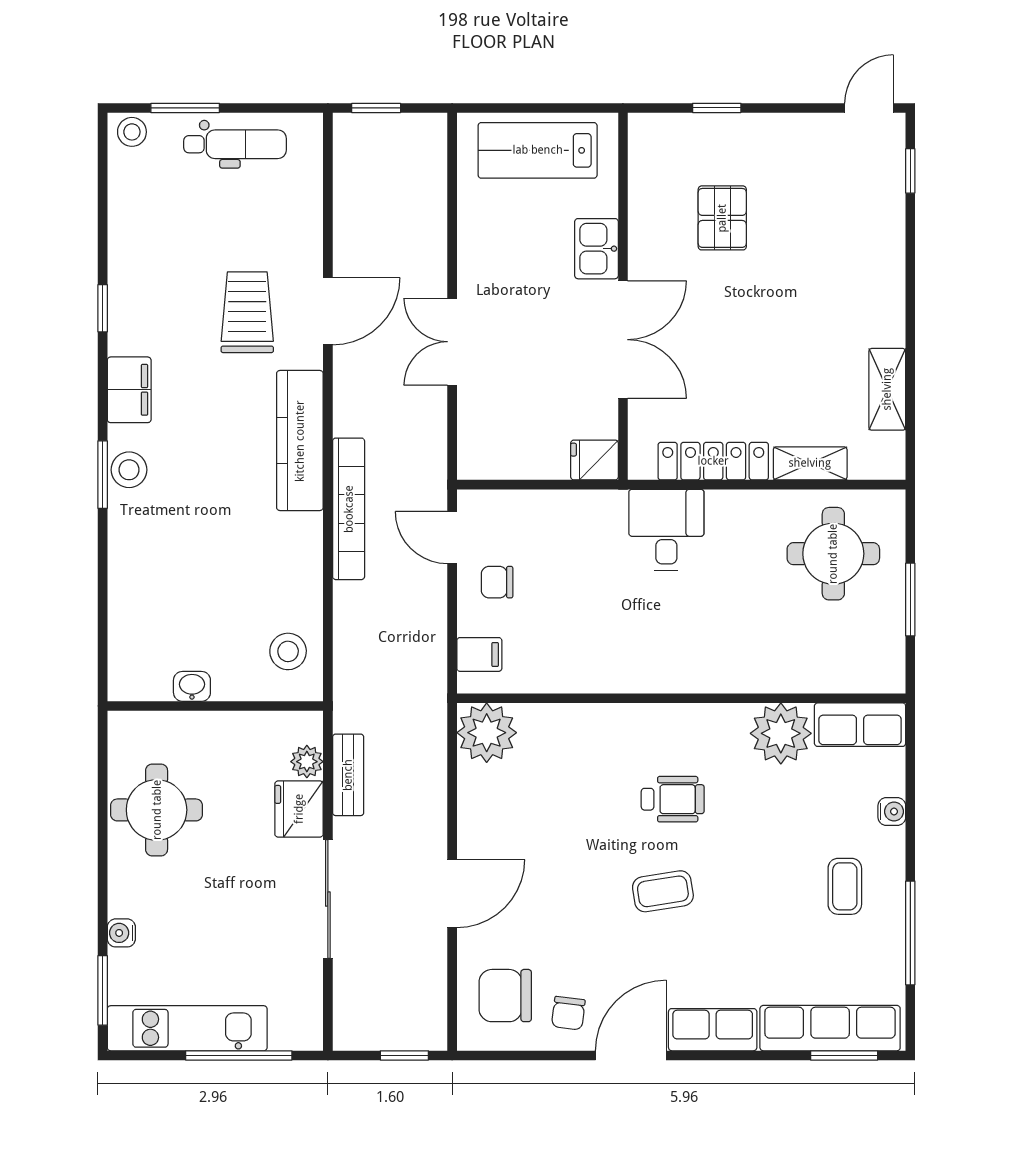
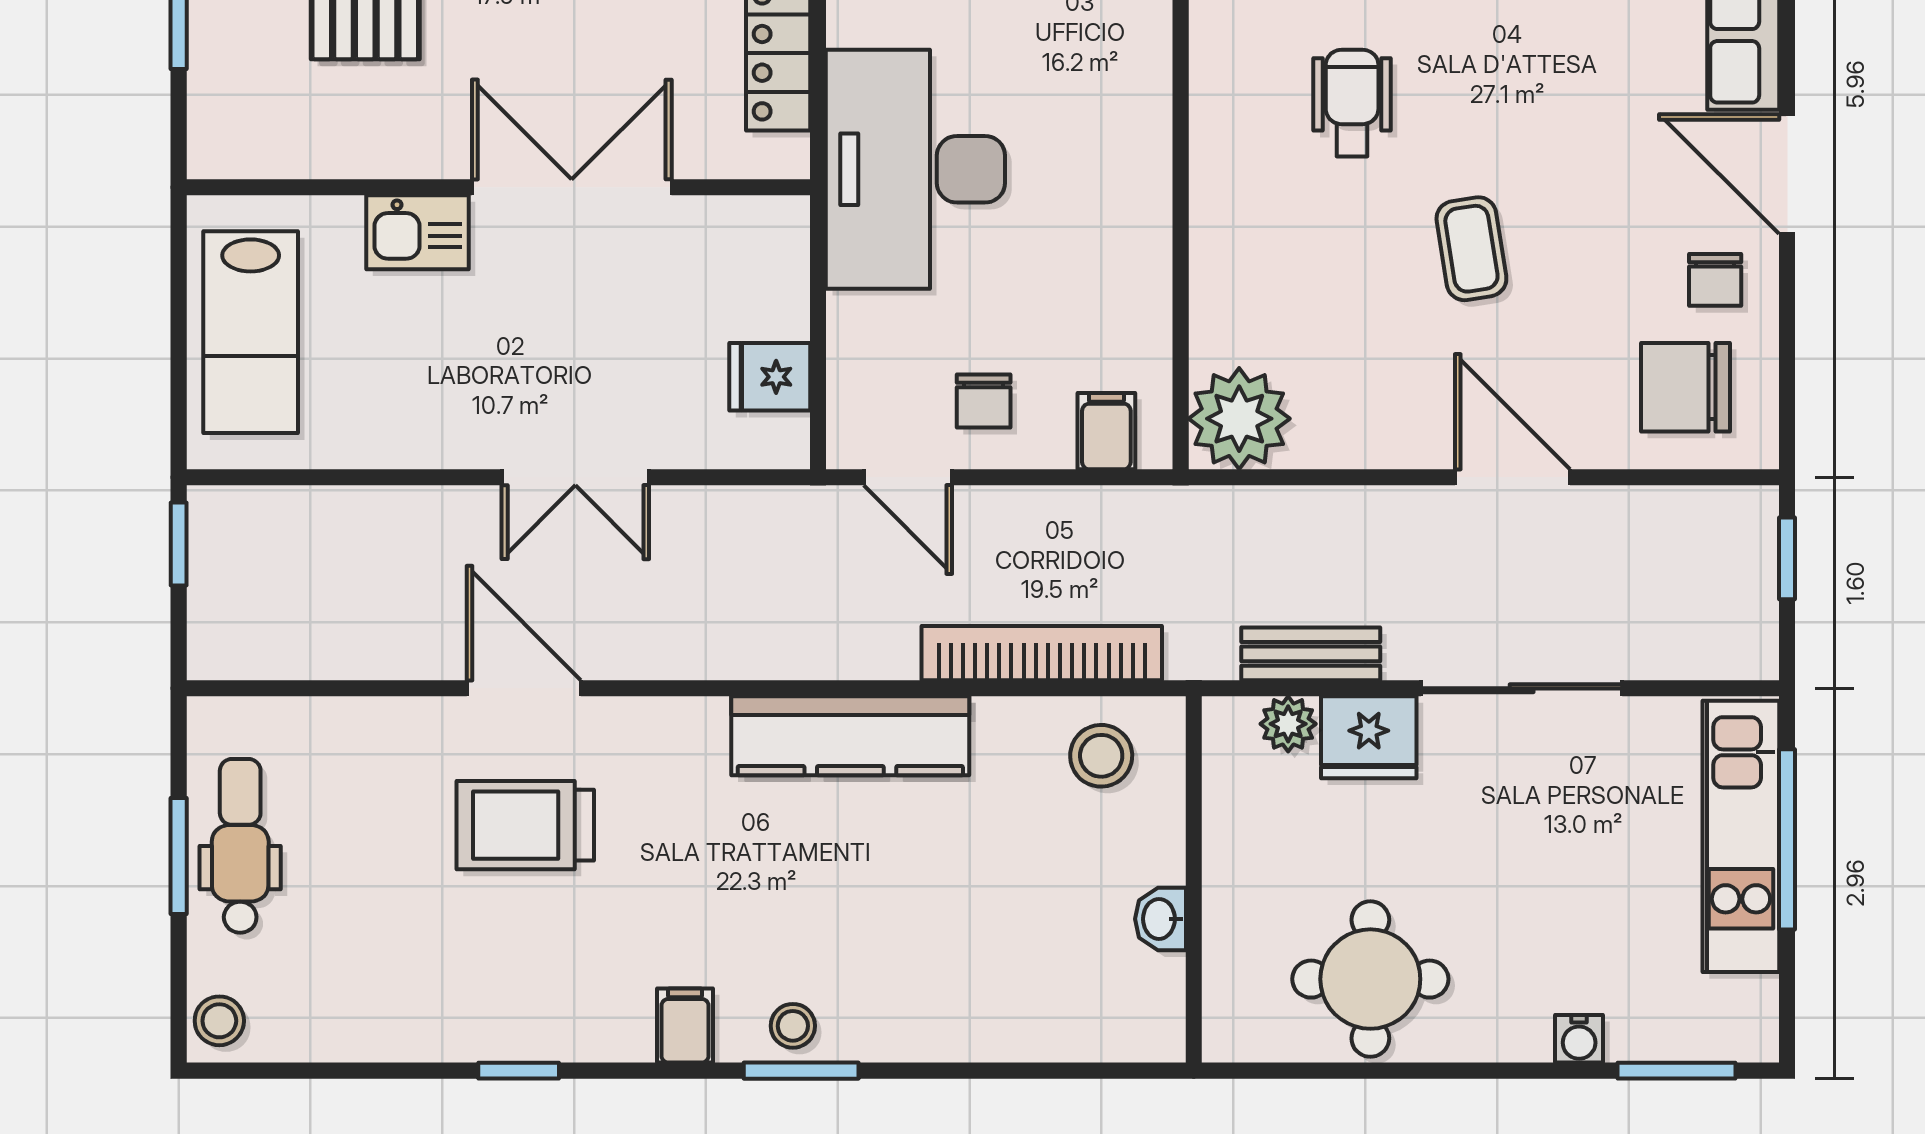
window: (185, 108) -> (179, 856), moved
window: (376, 108) -> (179, 544), moved
filing cabinet: (129, 390) -> (685, 1026), width x0.50
kitchen counter: (300, 441) -> (850, 736), moved
fridge: (595, 460) -> (770, 377), moved, turned 90
stool: (129, 470) -> (793, 1026), width x0.73, depth x0.73
bookcase: (349, 509) -> (1042, 653), moved
desk: (666, 530) -> (915, 169), width x1.87, depth x1.30
door: (452, 538) -> (908, 477), hinge flipped
coffee table: (663, 891) -> (1471, 249), moved
chair: (505, 996) -> (1685, 387), turned 90
chair: (568, 1013) -> (1715, 280), turned 83
kitchen unit: (187, 1028) -> (1741, 836), moved

